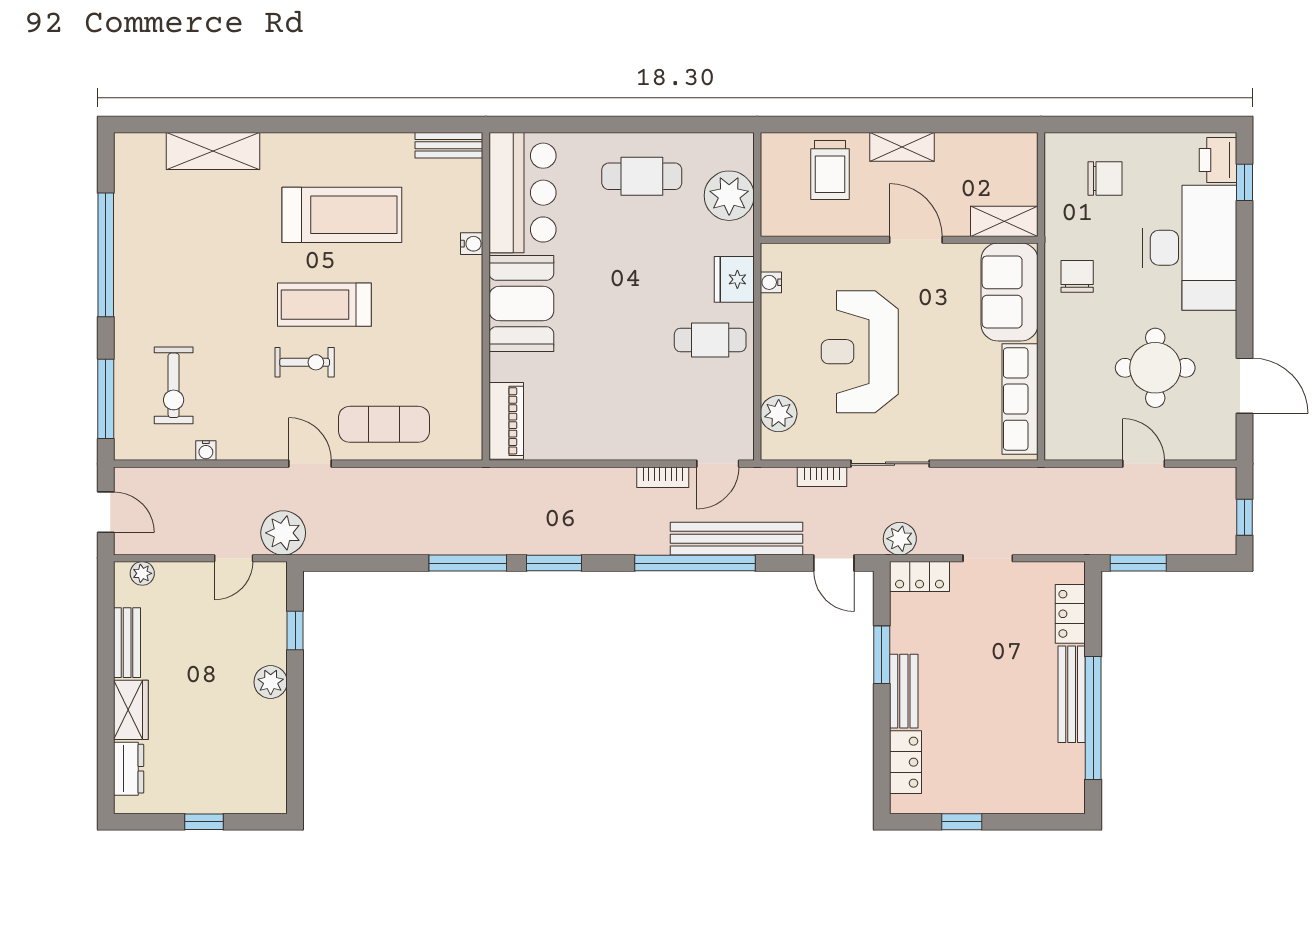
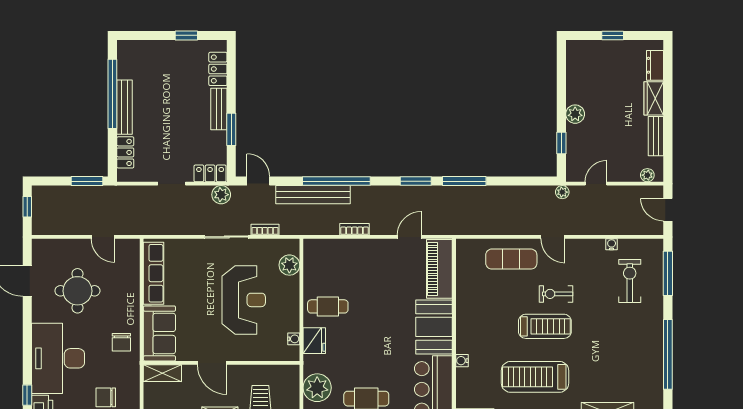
piano: (506, 421) -> (439, 269), width x1.37, depth x1.33
door: (718, 464) -> (409, 237), moved
door: (1144, 464) -> (103, 237), moved
plant: (283, 533) -> (562, 192), width x0.53, depth x0.53

